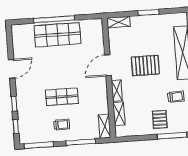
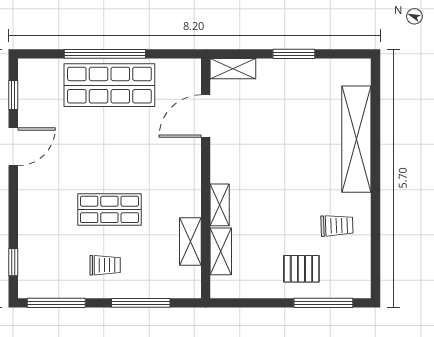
door: (108, 65) -> (206, 116), moved
pallet: (145, 65) -> (280, 159), removed
window: (14, 104) -> (13, 95), moved
pallet: (160, 119) -> (301, 269), turned 90
shelving: (105, 126) -> (190, 242), moved

